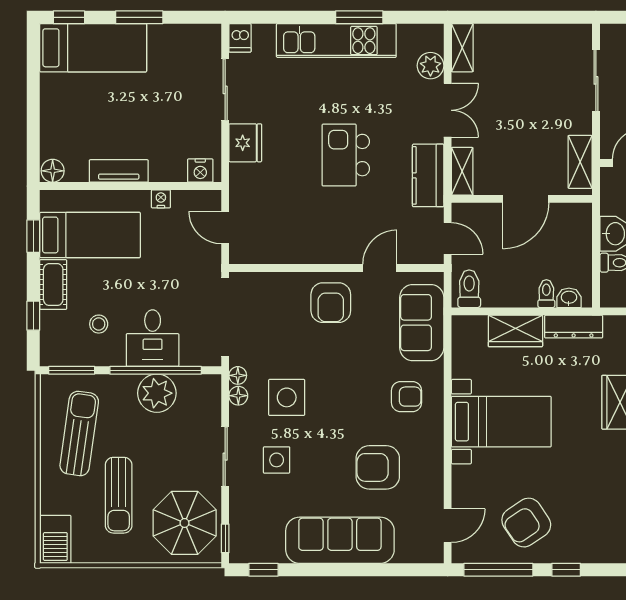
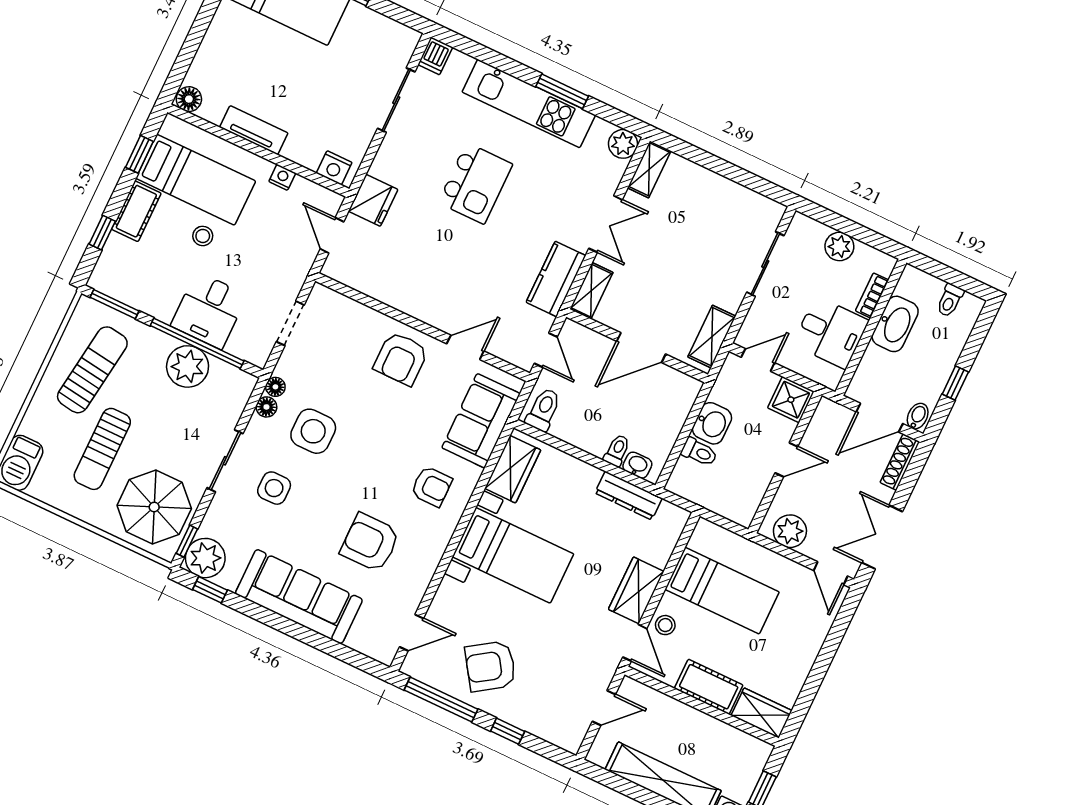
plant: (430, 66) -> (623, 144), moved
fridge: (245, 143) -> (373, 200), moved
kitchen island: (346, 155) -> (475, 183), moved, turned 180
doorway: (225, 317) -> (290, 323), width x0.53
stool: (99, 324) -> (203, 236), moved
wardrobe: (515, 331) -> (513, 469), moved, turned -90
plant: (247, 545) -> (205, 558), added

